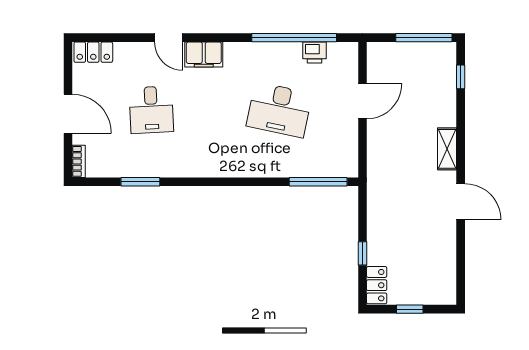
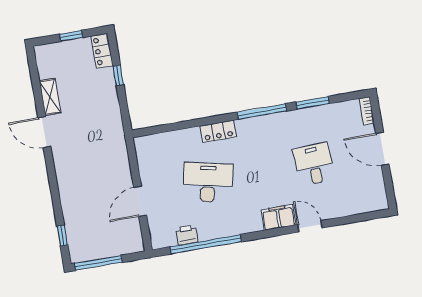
locker: (93, 52) -> (218, 131), moved, turned 180
shelving: (447, 149) -> (50, 97), moved
window: (318, 182) -> (262, 112), moved

